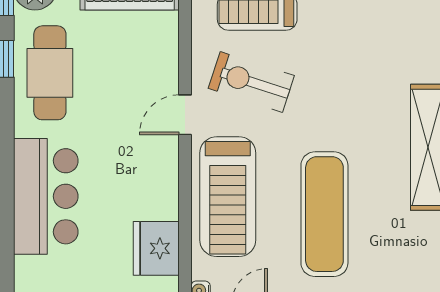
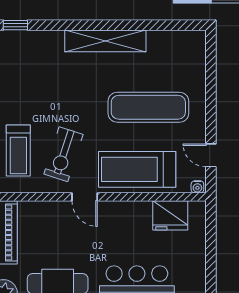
treadmill: (228, 197) -> (137, 169), turned 180

